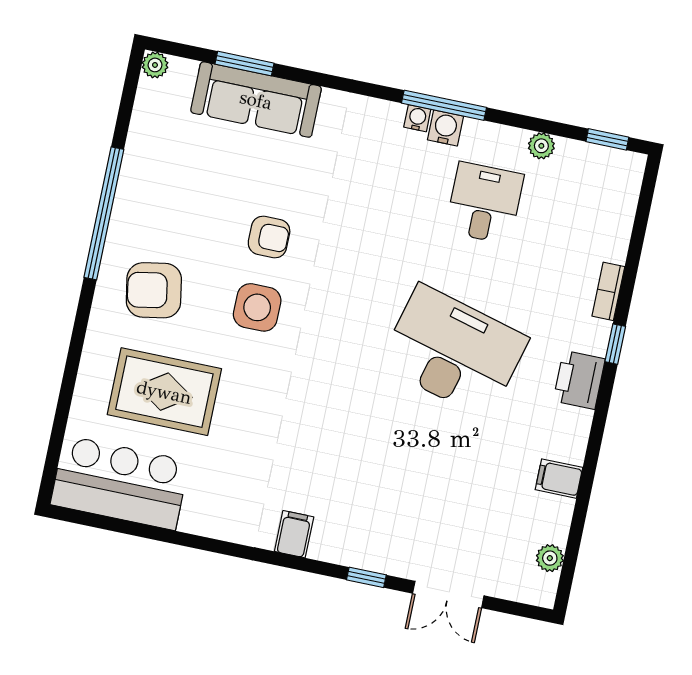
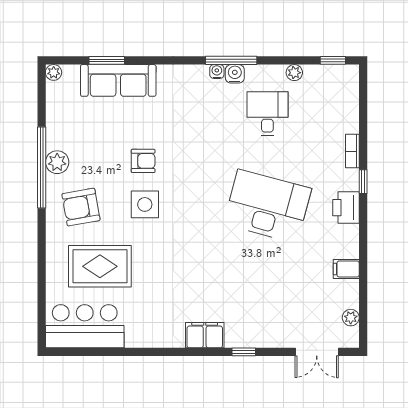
plant: (131, 210) -> (57, 162), added
filing cabinet: (294, 534) -> (205, 335), width x2.00
double door: (448, 595) -> (317, 352), moved

